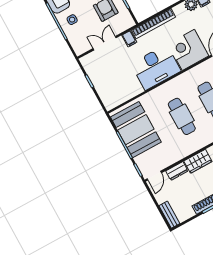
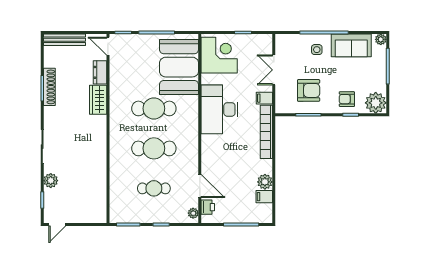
double door: (105, 43) -> (274, 70), swing flipped
corner desk: (188, 50) -> (219, 55), moved
booth: (136, 130) -> (179, 67), moved, turned 90
bench: (169, 215) -> (64, 40), width x1.36

